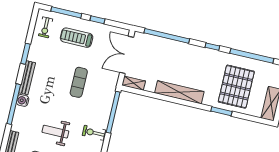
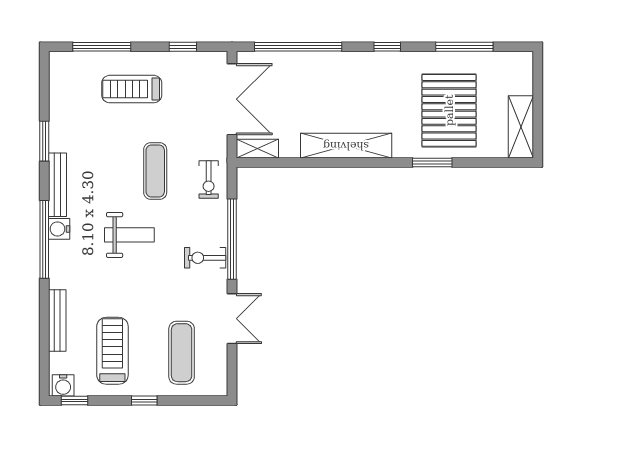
window: (97, 20) -> (183, 47), moved
exercise bike: (46, 27) -> (209, 179), moved
double door: (127, 55) -> (232, 99), swing flipped
window: (252, 56) -> (464, 47), width x0.68
window: (113, 112) -> (232, 239), moved
weight bench: (55, 132) -> (129, 235), moved, turned 180

